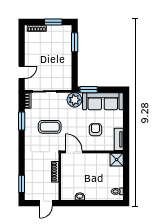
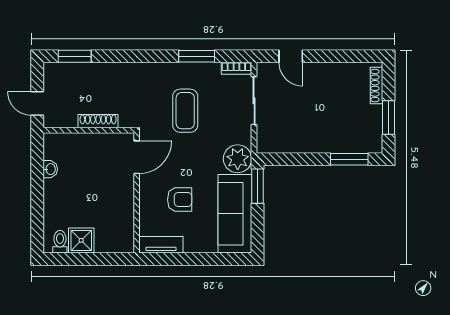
shower: (117, 160) -> (81, 240), moved

